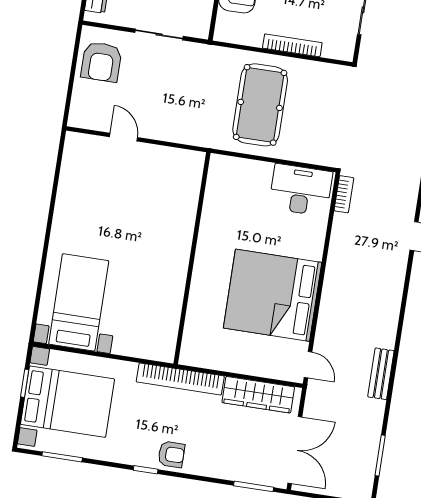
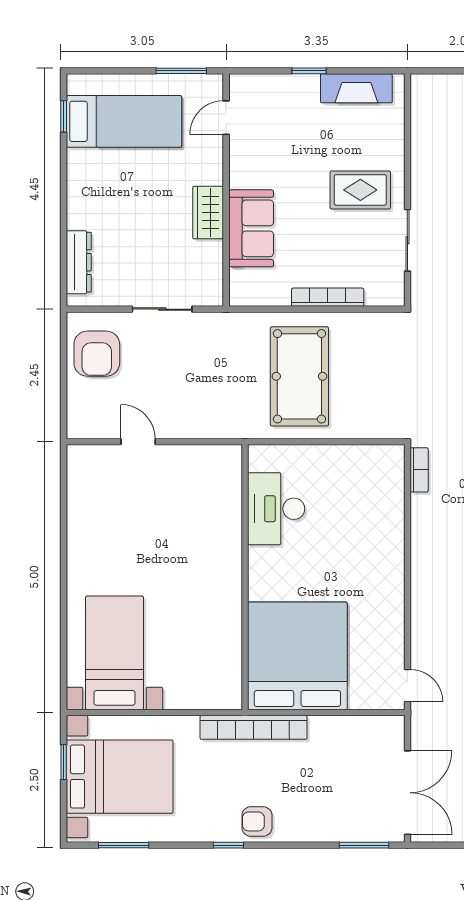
desk: (301, 190) -> (276, 509), moved, turned -90
bed: (273, 295) -> (297, 656), moved, turned 90
wardrobe: (258, 395) -> (352, 732), removed
armchair: (171, 454) -> (257, 821), turned 180

